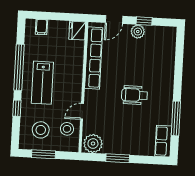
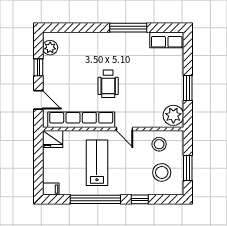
filing cabinet: (41, 27) -> (51, 189), moved
plant: (138, 32) -> (50, 48), moved
lab bench: (42, 83) -> (97, 163), moved, turned -90
wheelchair: (135, 95) -> (108, 84), moved
door: (82, 111) -> (125, 129), moved
window: (176, 118) -> (128, 28), moved

